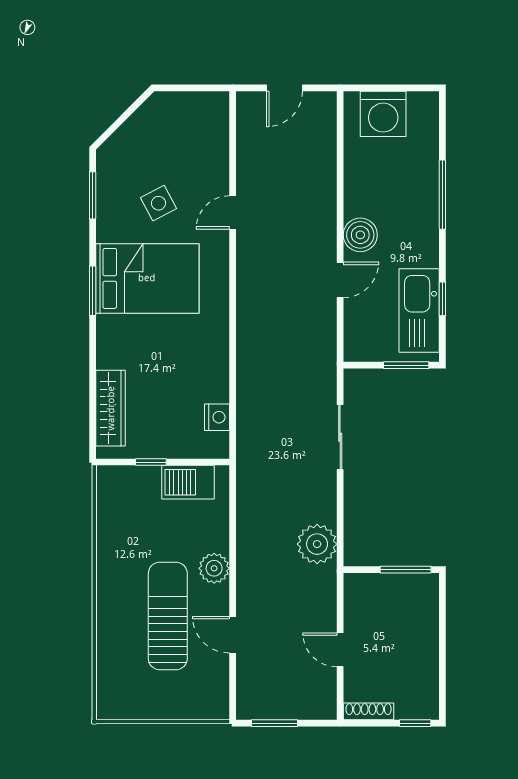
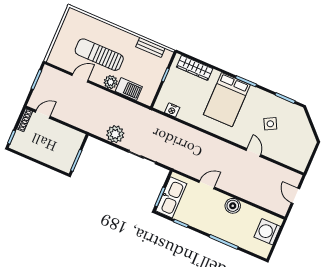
boiler: (360, 235) -> (233, 206), moved
bed: (147, 278) -> (227, 100), moved
door: (340, 280) -> (207, 185), swing flipped
kitchen sink: (419, 310) -> (171, 197), moved, turned 90
barbecue: (188, 482) -> (129, 89), moved, turned 90
bench: (108, 517) -> (150, 47), added
plant: (317, 544) -> (115, 134), moved
sun lounger: (168, 616) -> (99, 55), turned 180
door: (340, 650) -> (43, 114), moved

